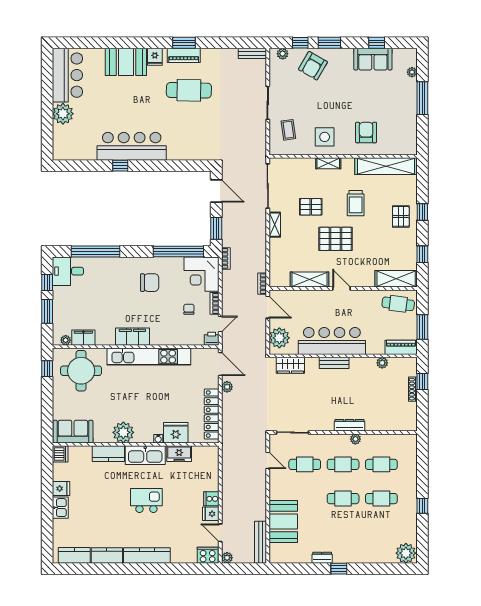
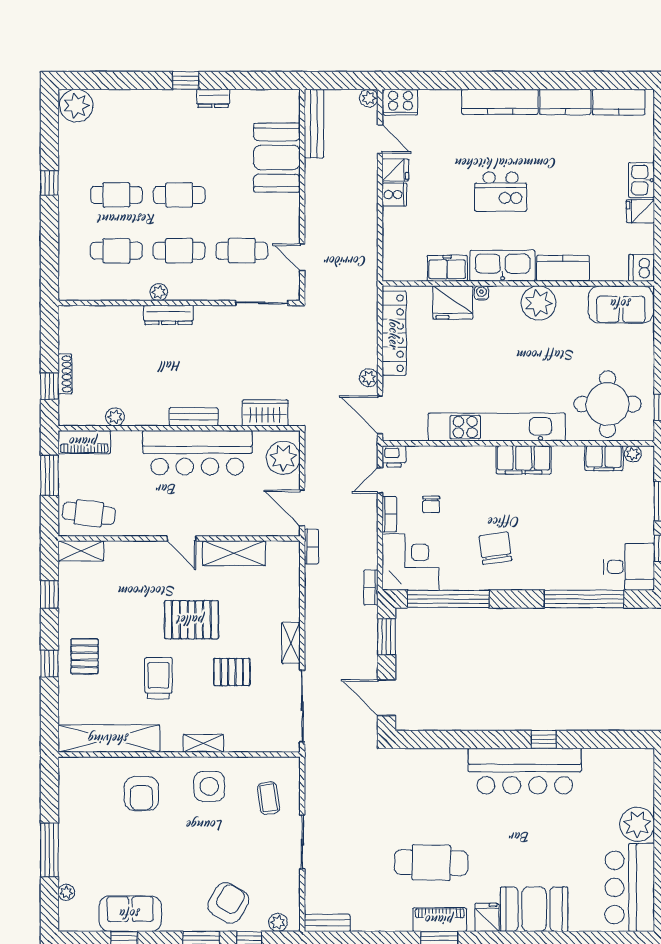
shelving: (396, 279) -> (81, 551), width x0.67, depth x0.75
chair: (150, 283) -> (495, 548), turned 82

